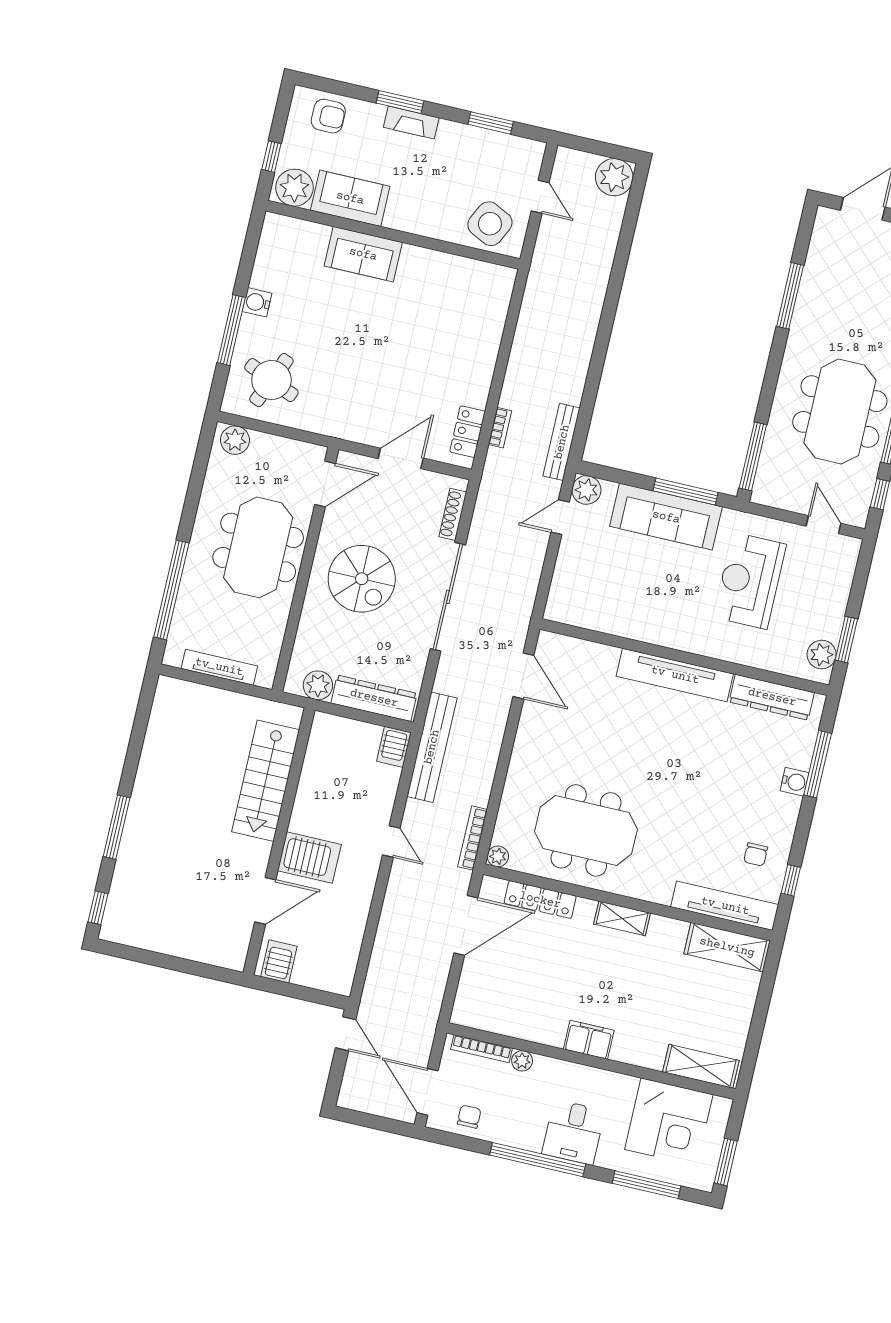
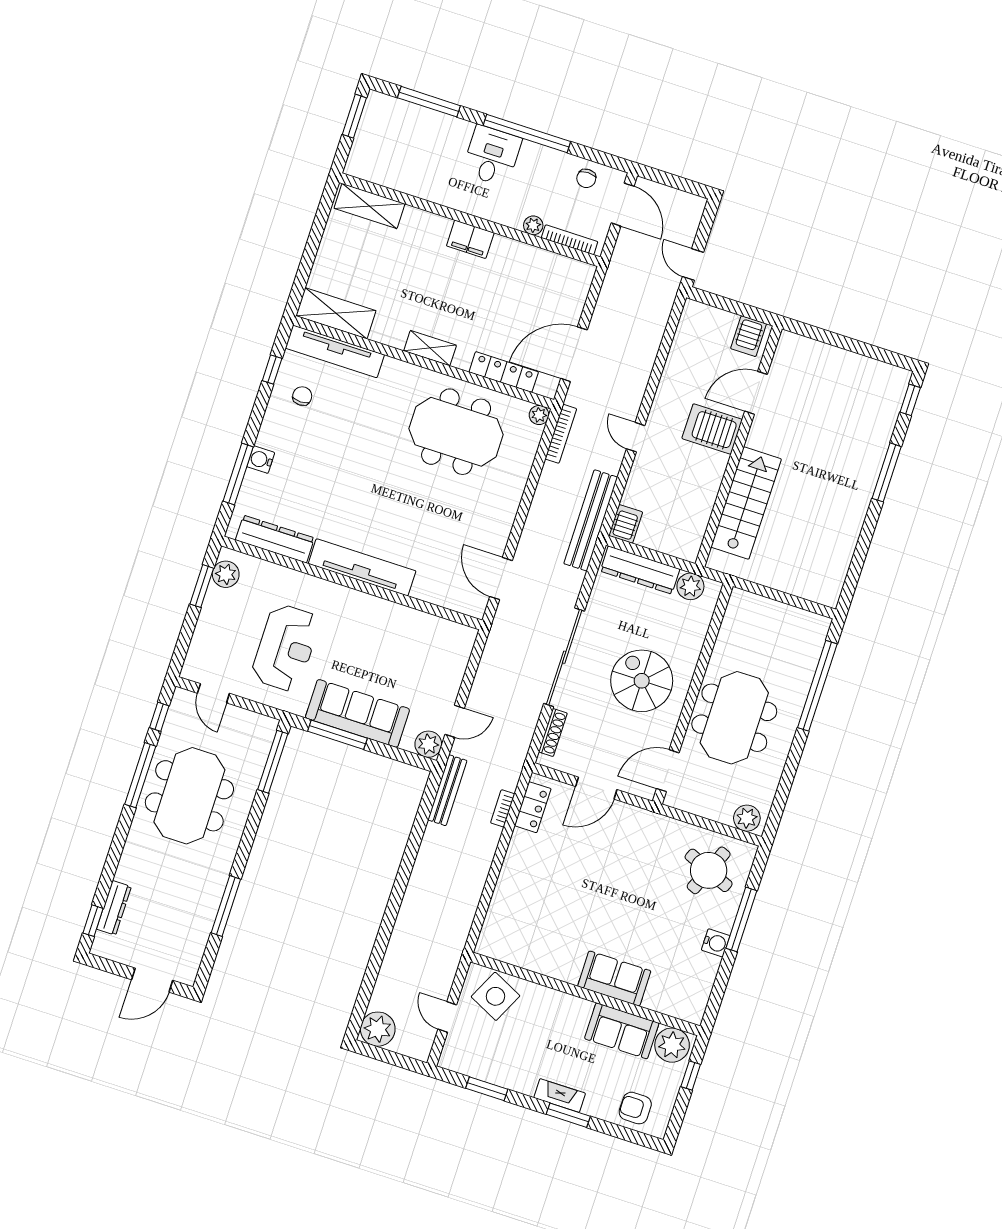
tv unit: (219, 667) -> (780, 611), removed
corner desk: (669, 1122) -> (403, 157), removed

